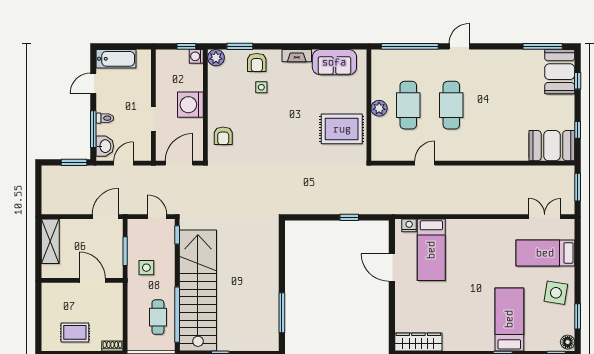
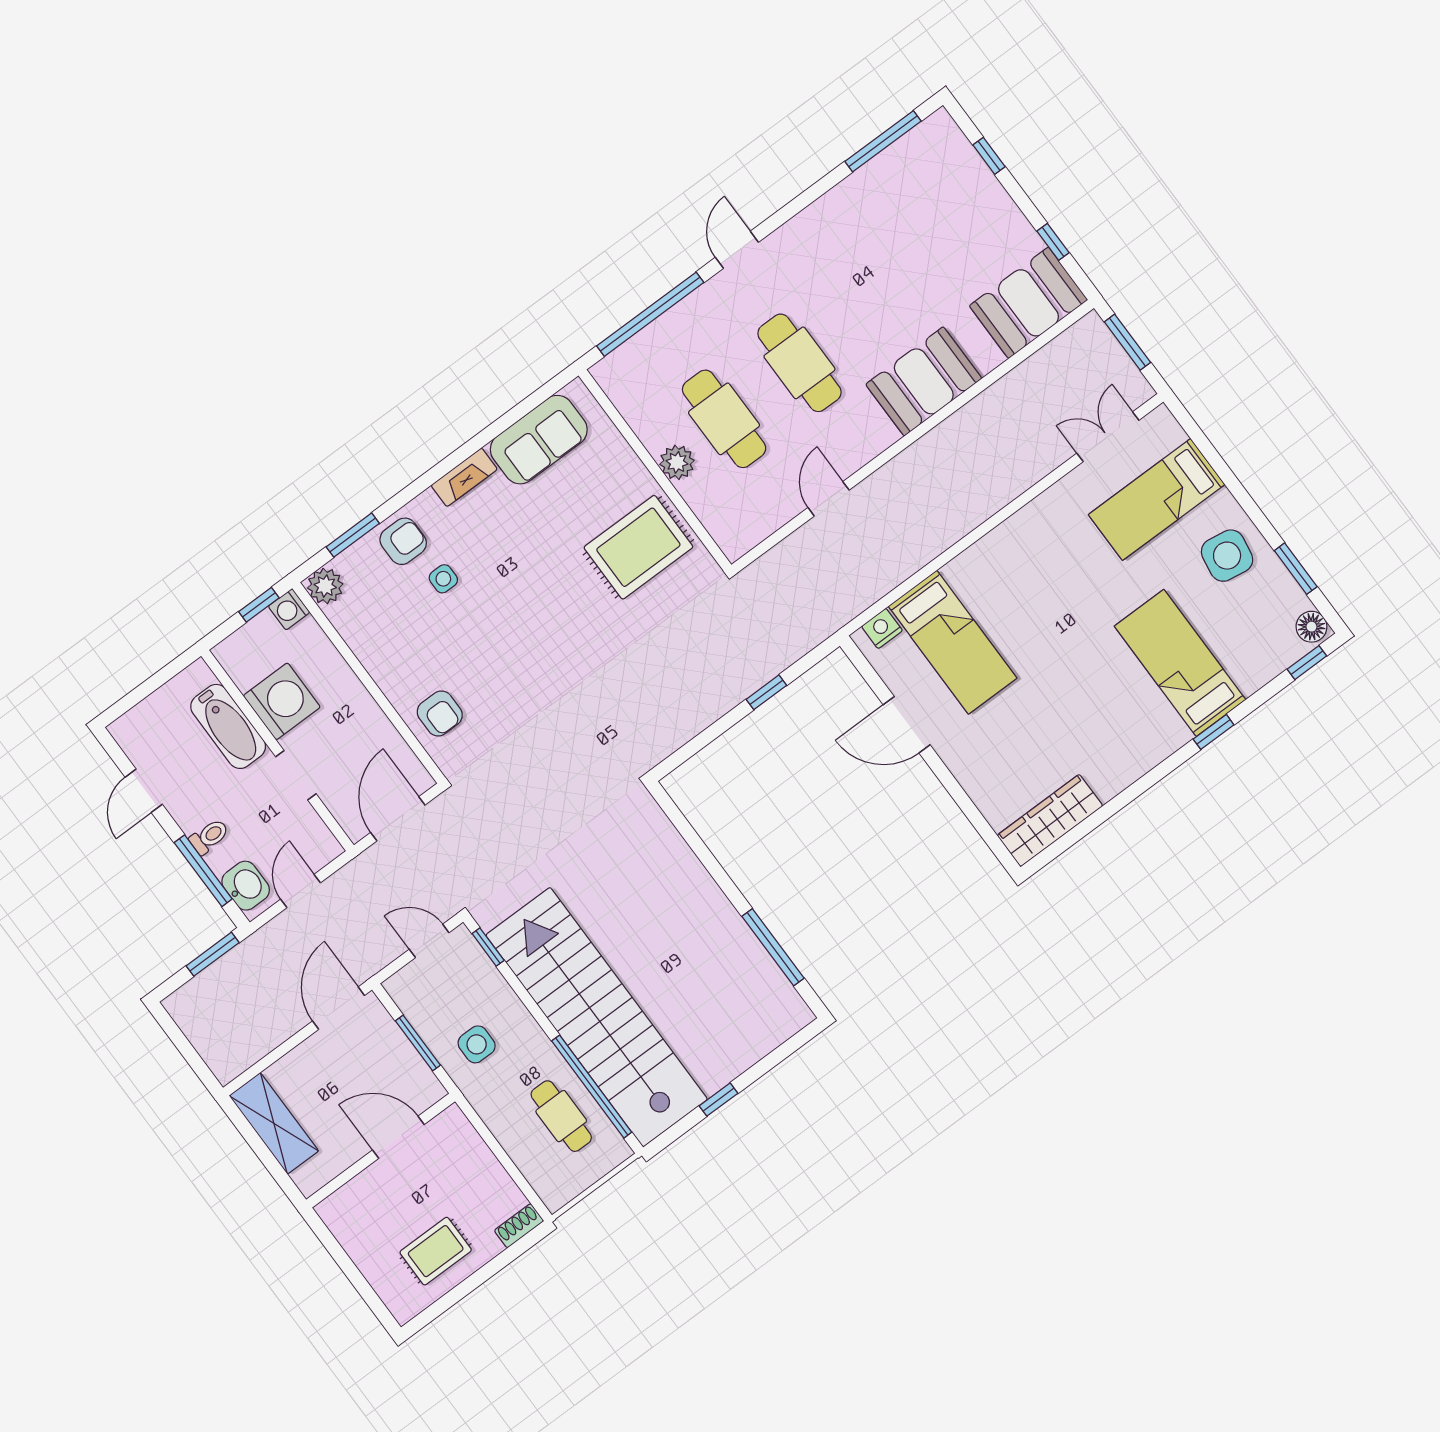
bathtub: (116, 59) -> (228, 726), moved, turned 90
armchair: (257, 63) -> (403, 541), turned -90
booth: (560, 72) -> (924, 381), moved, turned 90
washing machine: (190, 105) -> (282, 701), moved, turned 180

